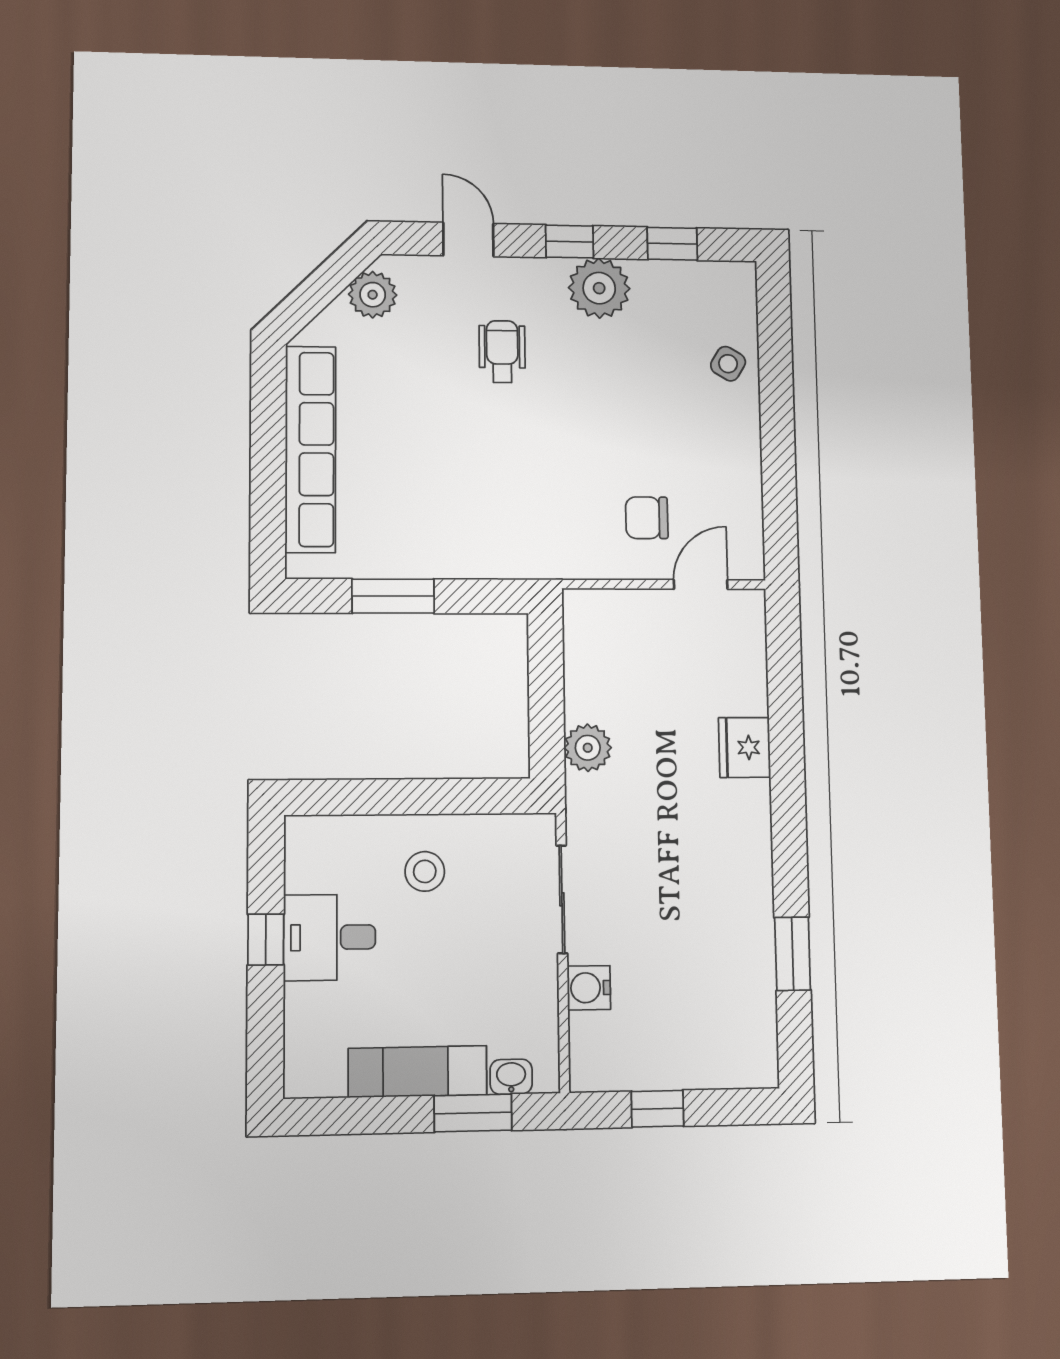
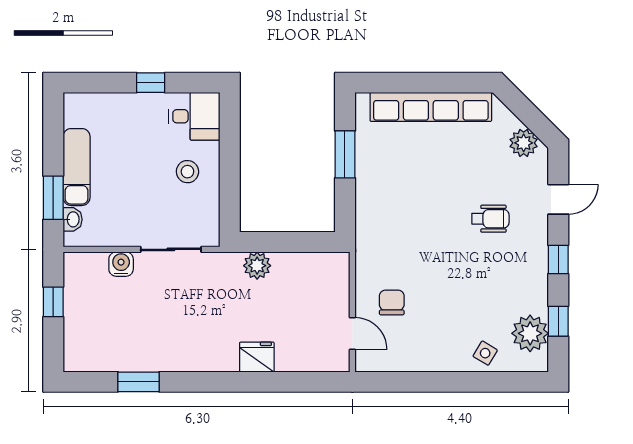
plant: (599, 288) -> (530, 333), moved
desk: (330, 937) -> (194, 116), moved, turned 90

